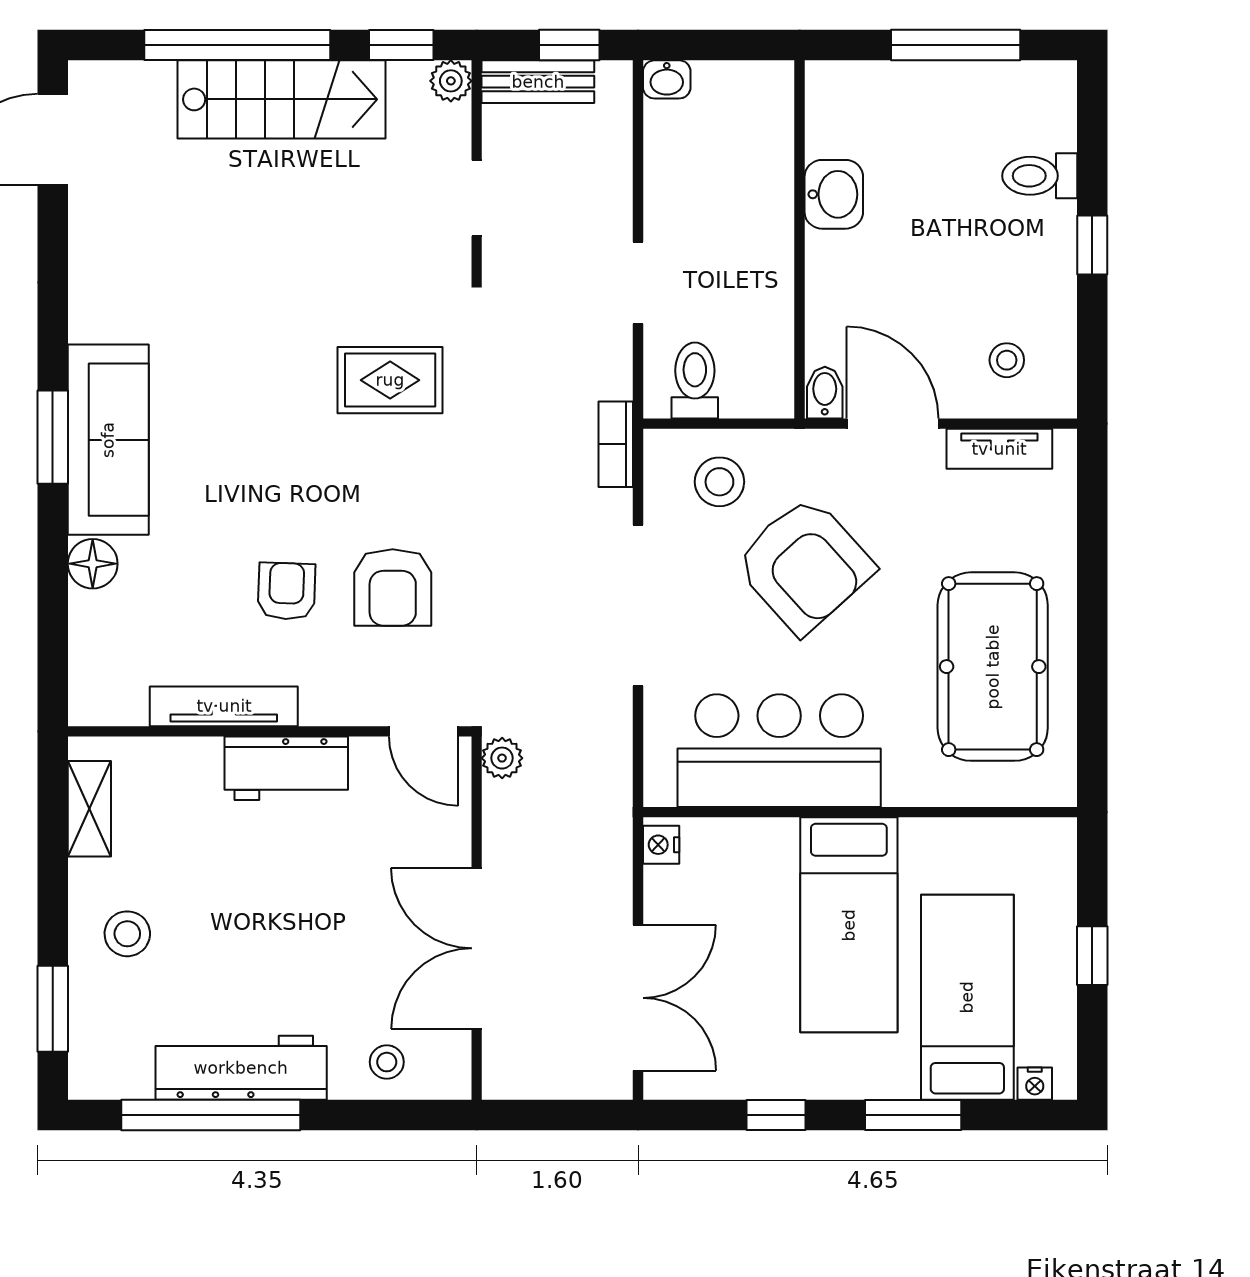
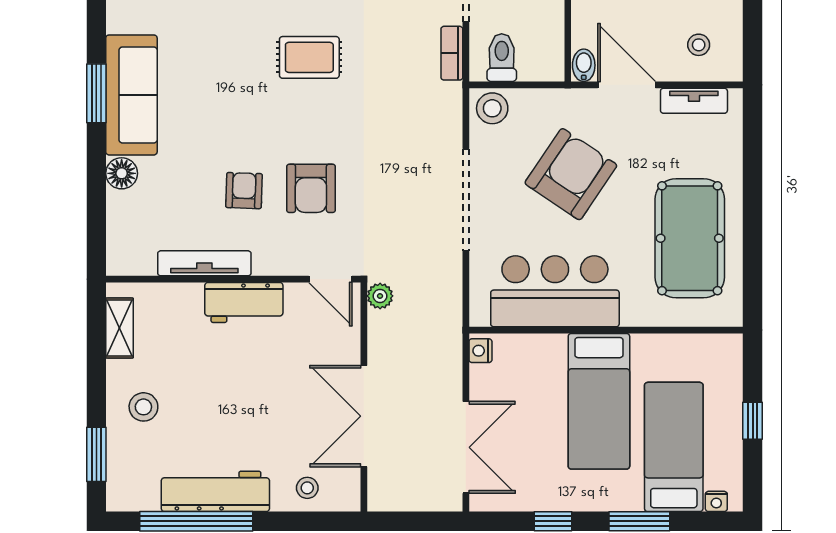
bookcase: (616, 444) -> (452, 53), moved
stool: (719, 482) -> (492, 108), moved
armchair: (804, 565) -> (571, 174), turned -104

